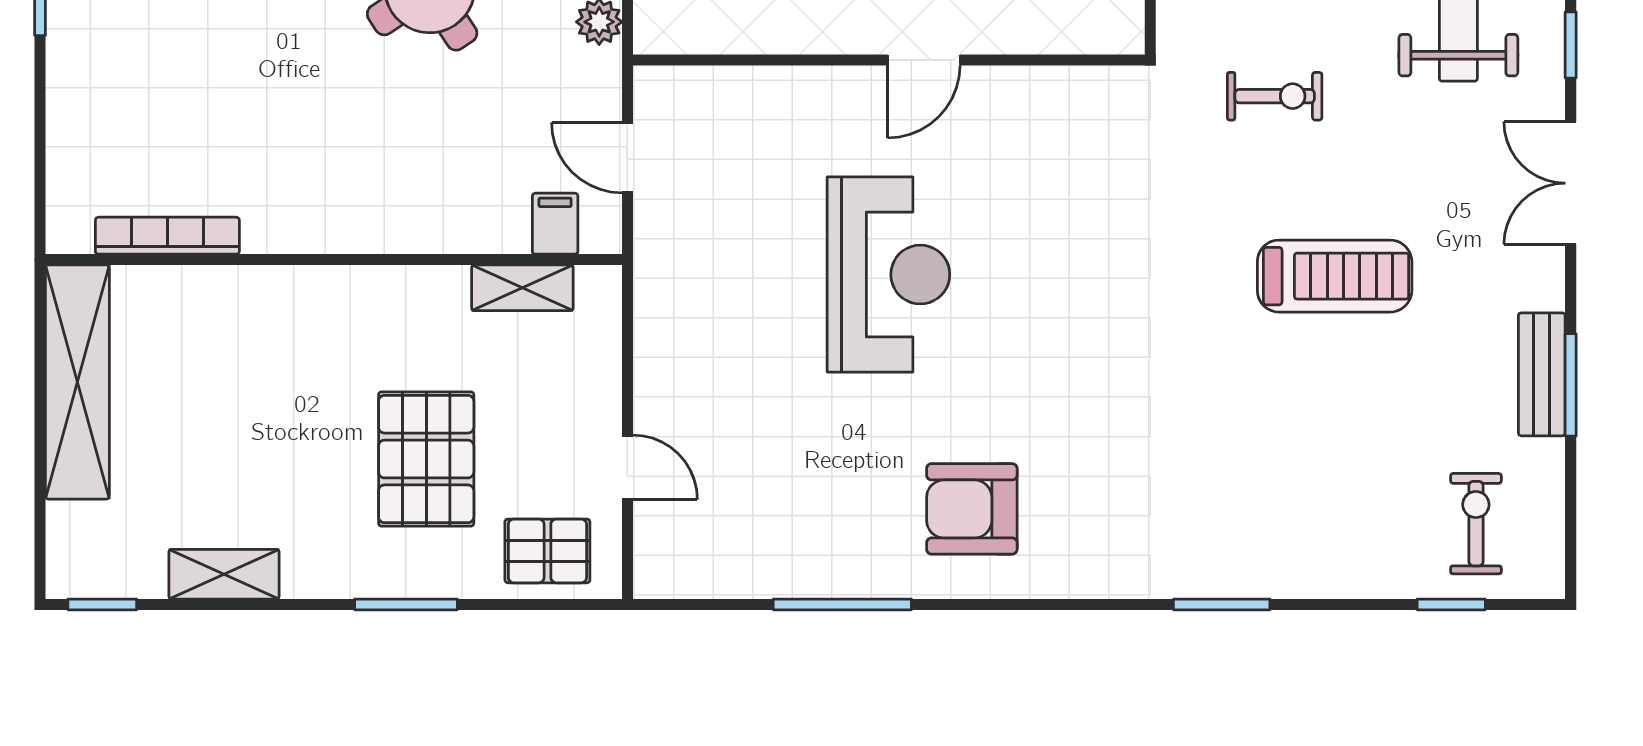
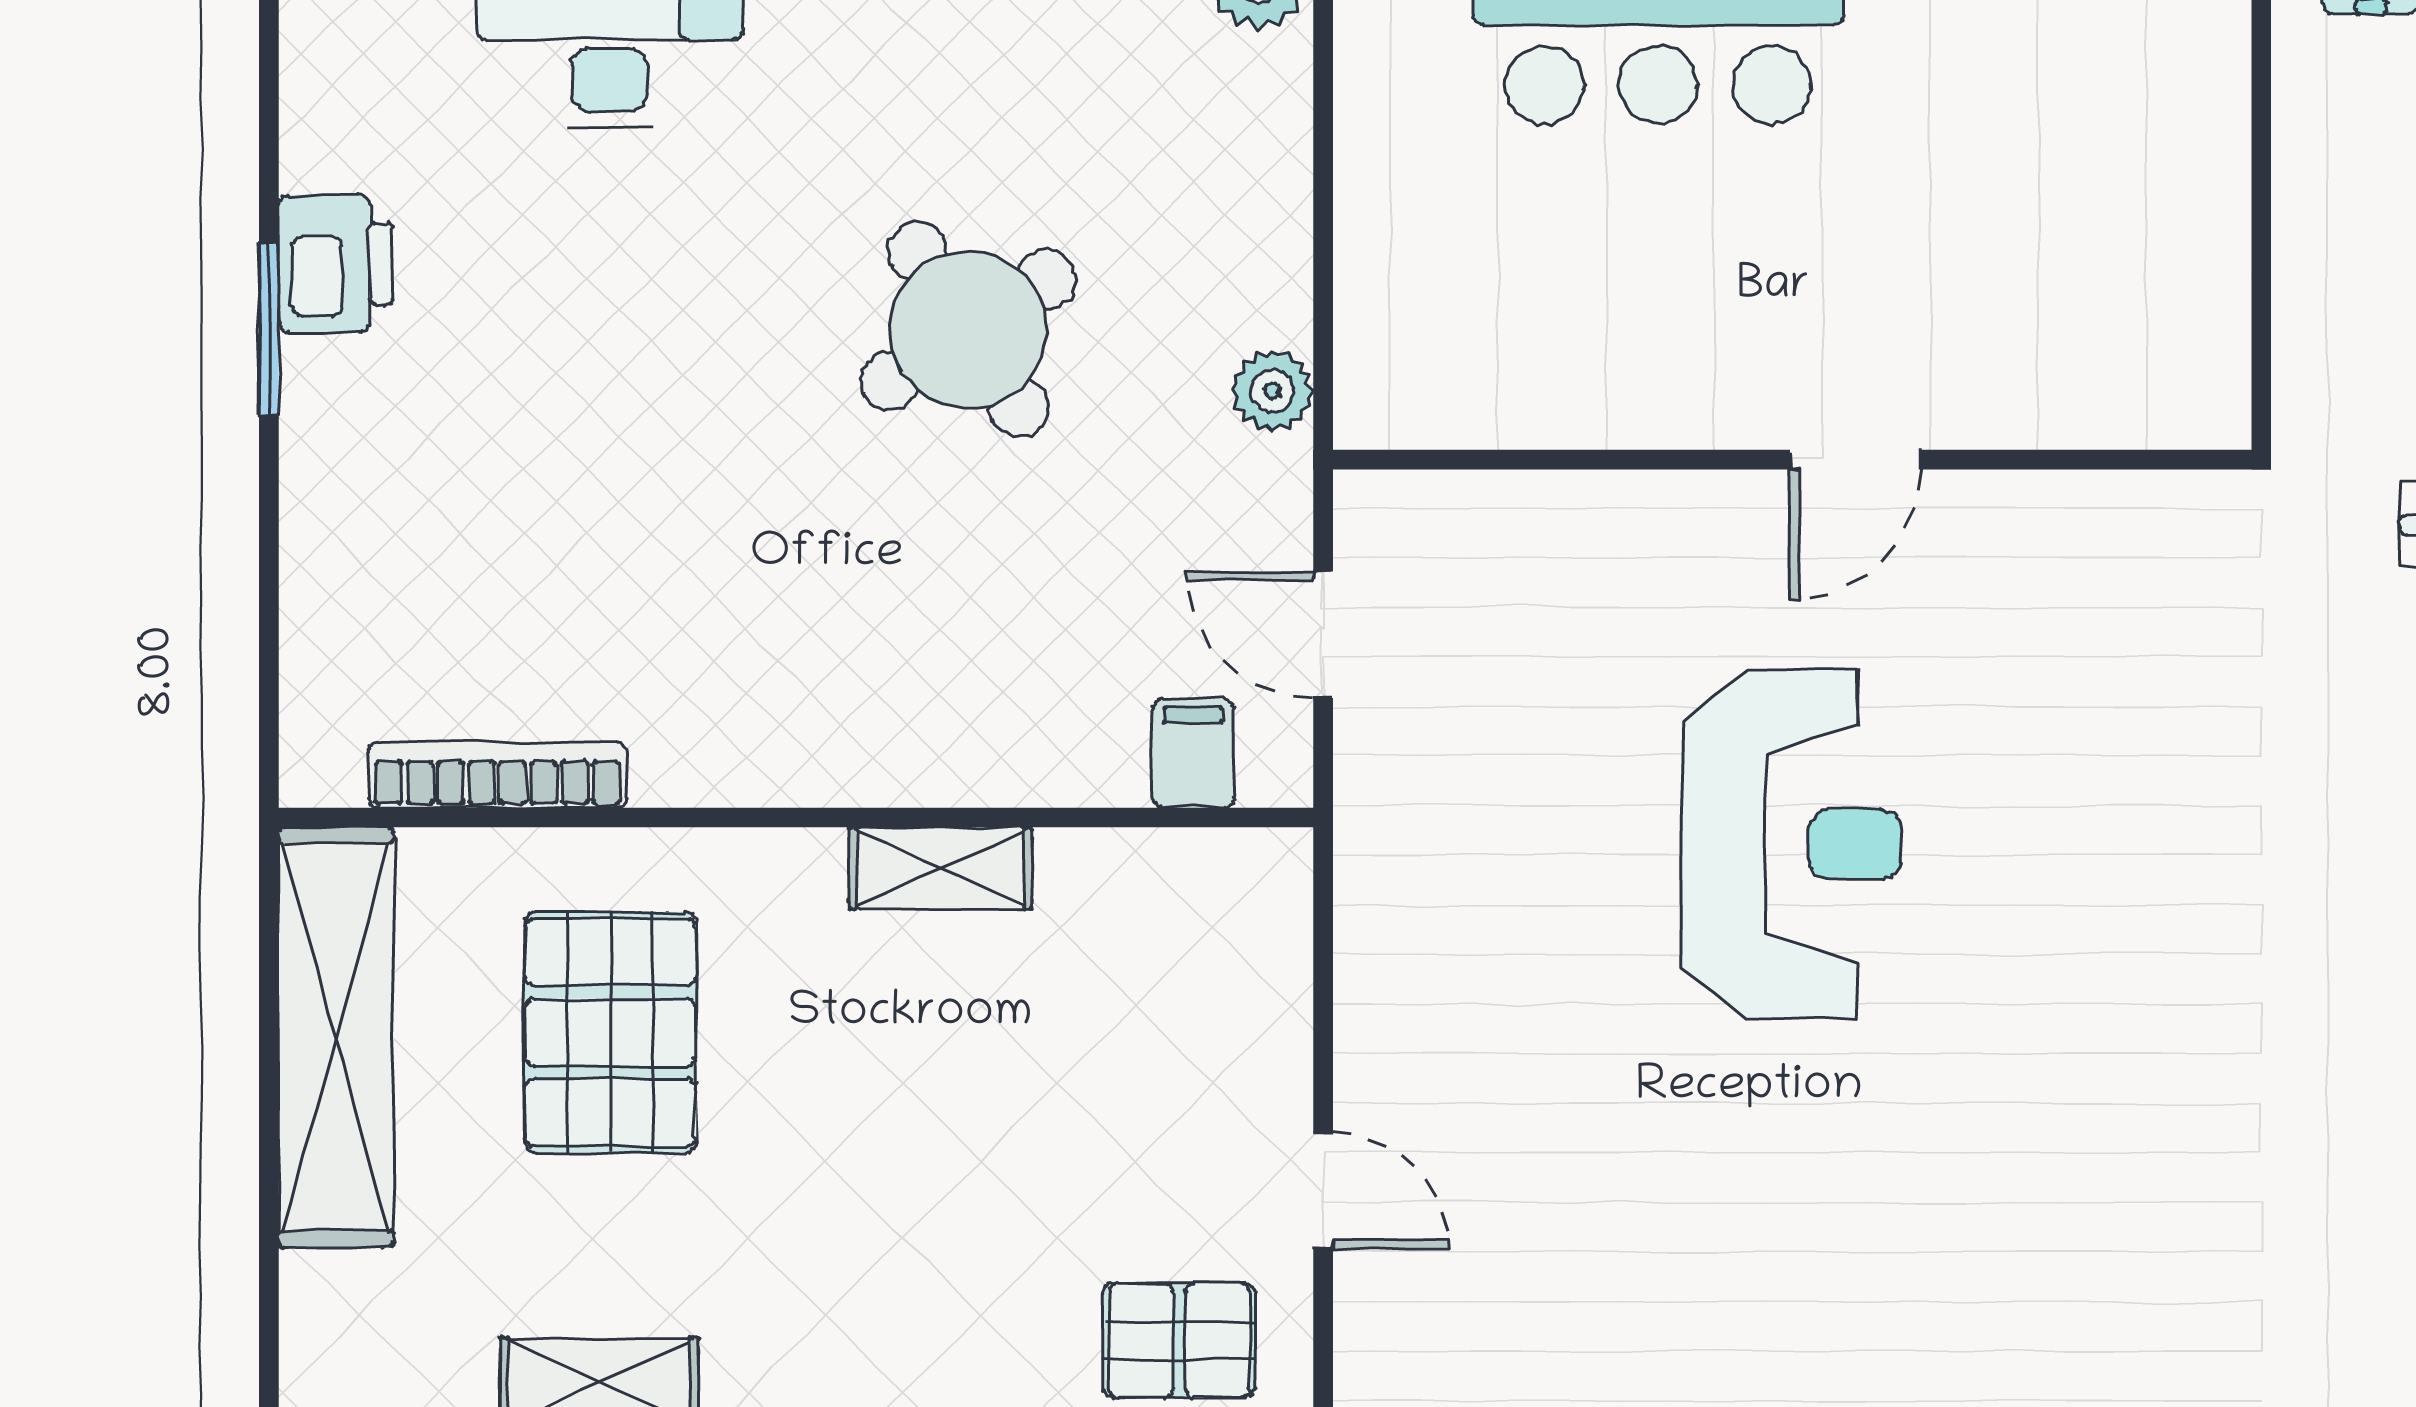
shelving: (522, 288) -> (940, 868), moved
pallet: (426, 459) -> (611, 1032), moved
armchair: (972, 509) -> (1941, 1265), removed

